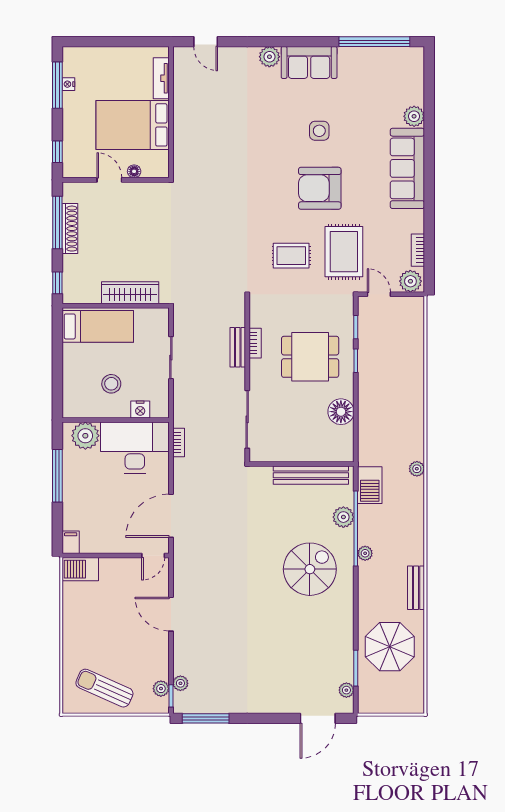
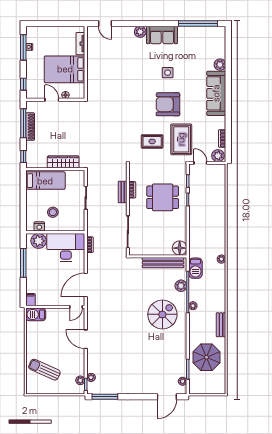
nightstand: (140, 410) -> (39, 226), moved
floor lamp: (341, 412) -> (180, 248), moved
sun lounger: (104, 688) -> (44, 370), moved

